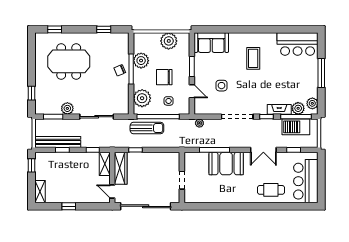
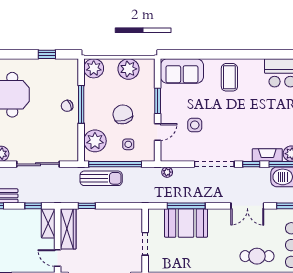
coffee table: (253, 58) -> (229, 77), moved
plant: (141, 61) -> (94, 68), moved
chair: (164, 77) -> (123, 114), turned 75
door: (192, 91) -> (158, 132), hinge flipped
booth: (226, 164) -> (186, 223), moved

